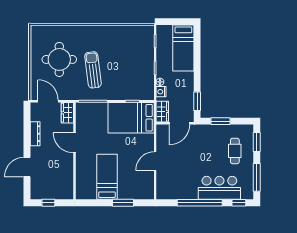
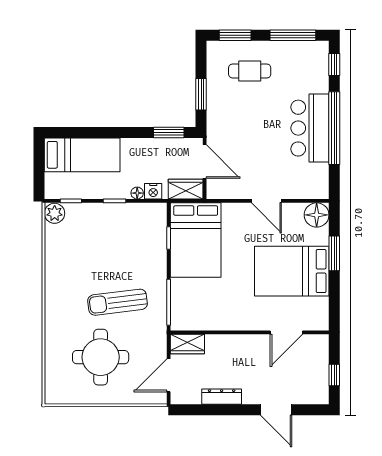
plant: (148, 31) -> (55, 213), added
door: (75, 143) -> (286, 332), moved
bed: (107, 177) -> (292, 271), width x1.50
bar counter: (219, 188) -> (310, 128), moved
floor lamp: (147, 192) -> (317, 215), added

